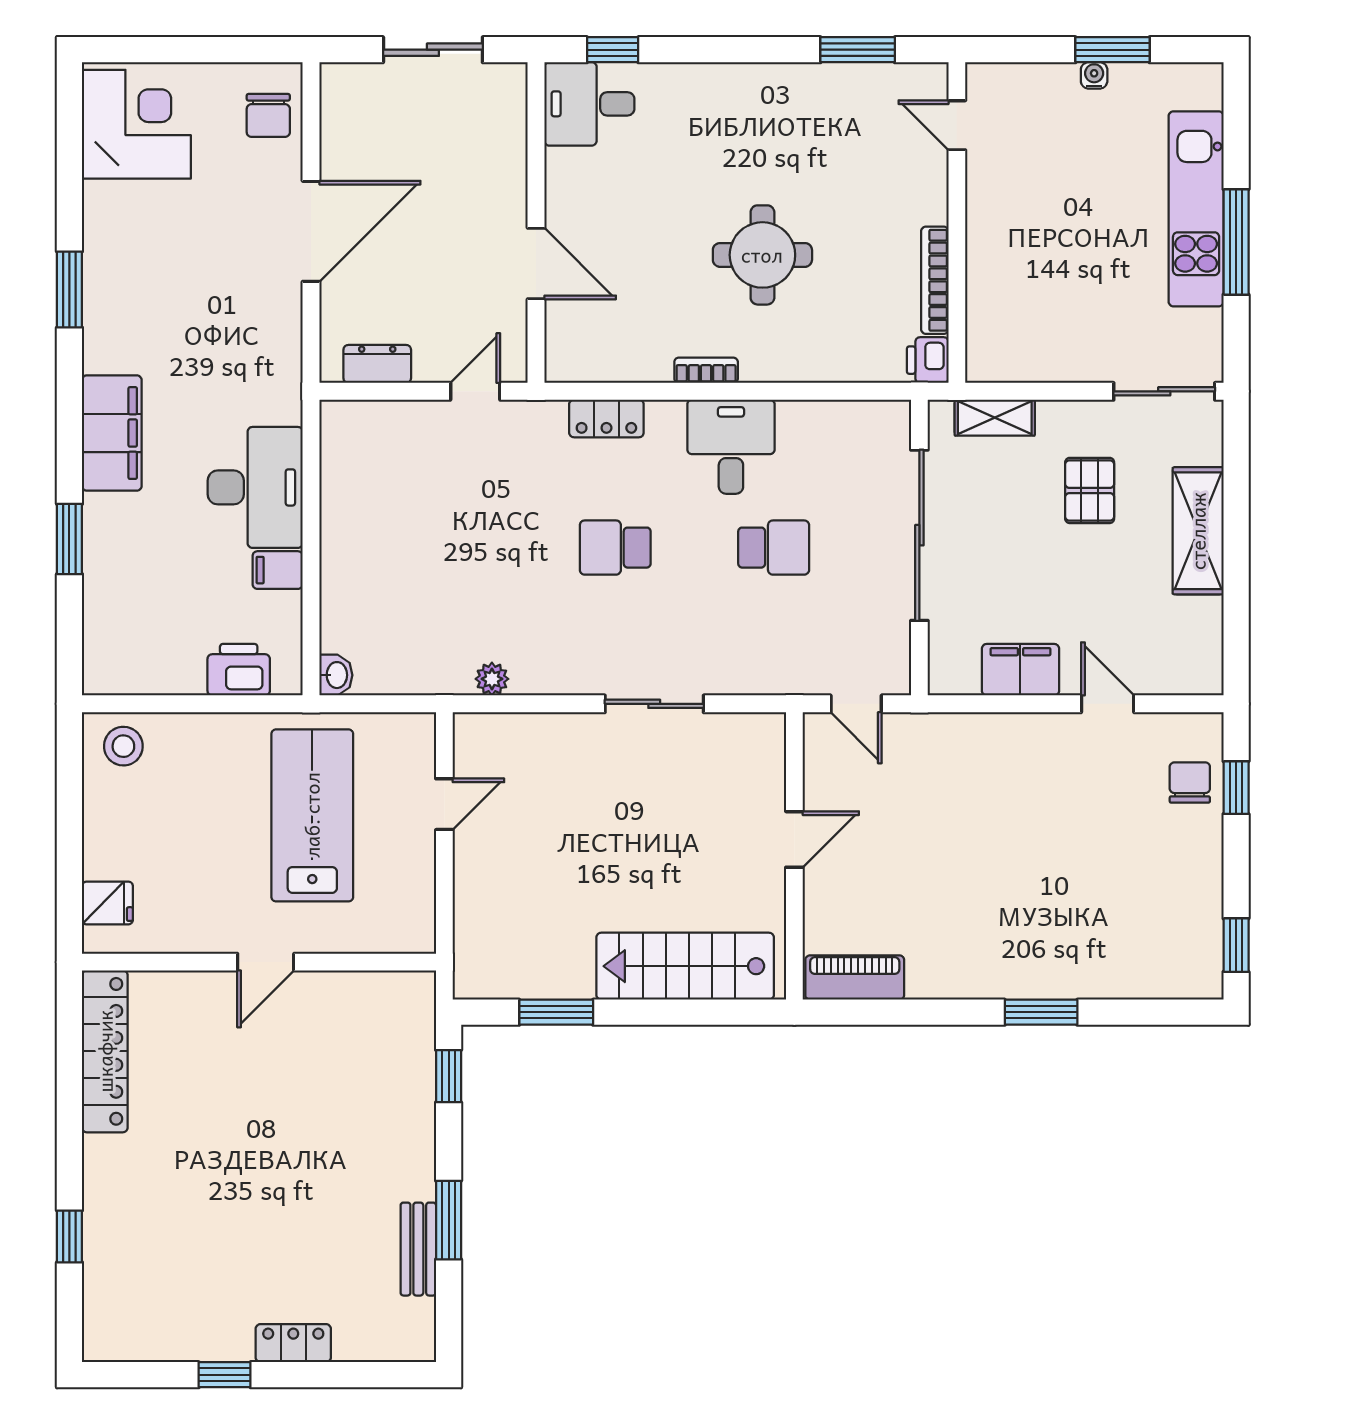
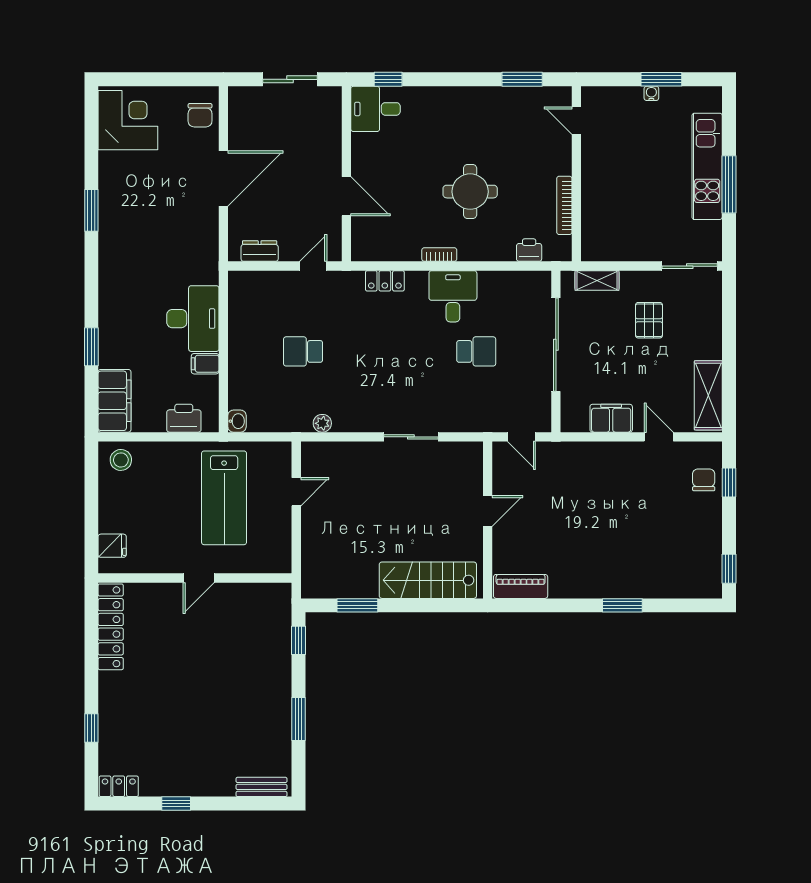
printer: (928, 360) -> (529, 250), moved, turned 90
filing cabinet: (112, 433) -> (114, 401), moved
shelving: (1198, 531) -> (708, 395), moved
school desk: (615, 548) -> (303, 351), moved
lab bench: (312, 815) -> (224, 498), turned 180
bench: (418, 1249) -> (261, 787), moved, turned 90
locker: (293, 1343) -> (119, 786), moved

